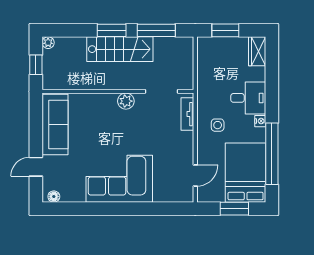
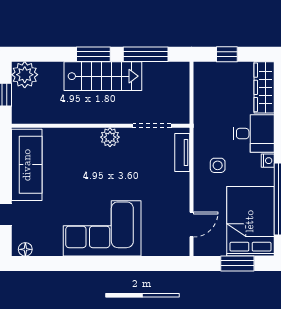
window: (225, 30) -> (227, 54), width x0.67
plant: (48, 43) -> (25, 75), width x1.88, depth x1.88
wardrobe: (257, 51) -> (264, 87), width x1.50

